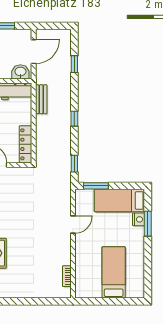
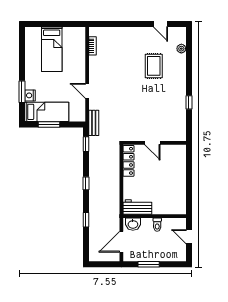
window: (74, 64) -> (86, 220), moved
bench: (41, 99) -> (94, 123), moved
window: (96, 186) -> (49, 125), moved
door: (73, 225) -> (87, 91), hinge flipped

